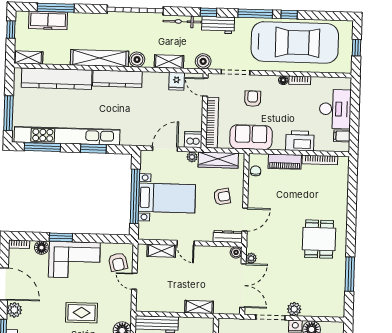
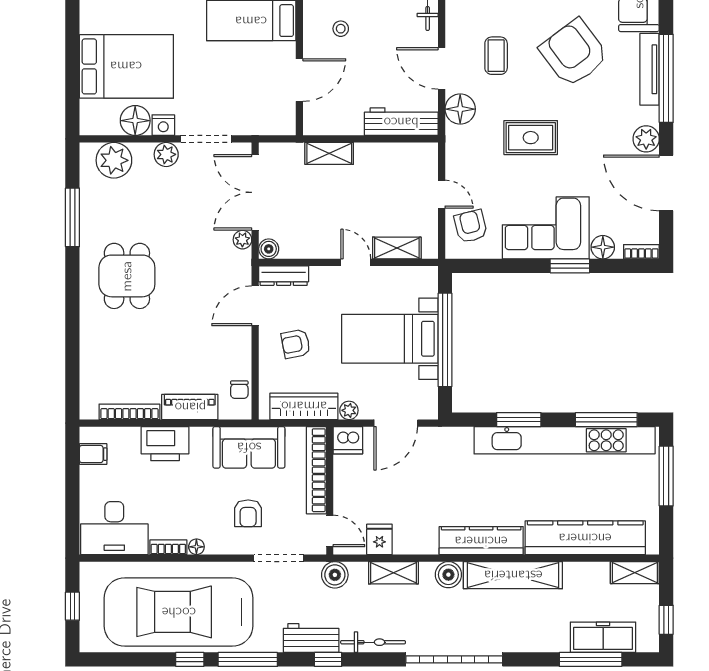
desk: (335, 109) -> (114, 528), moved, turned -90
plant: (325, 307) -> (114, 160), added

